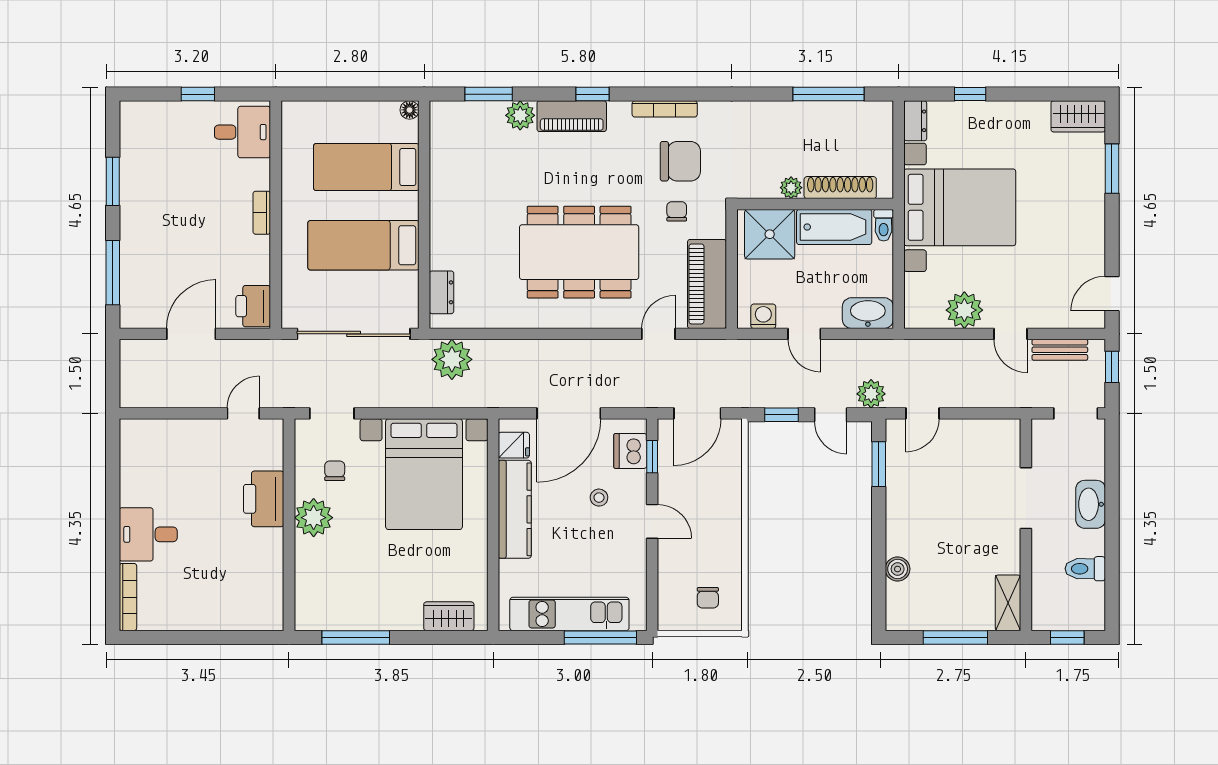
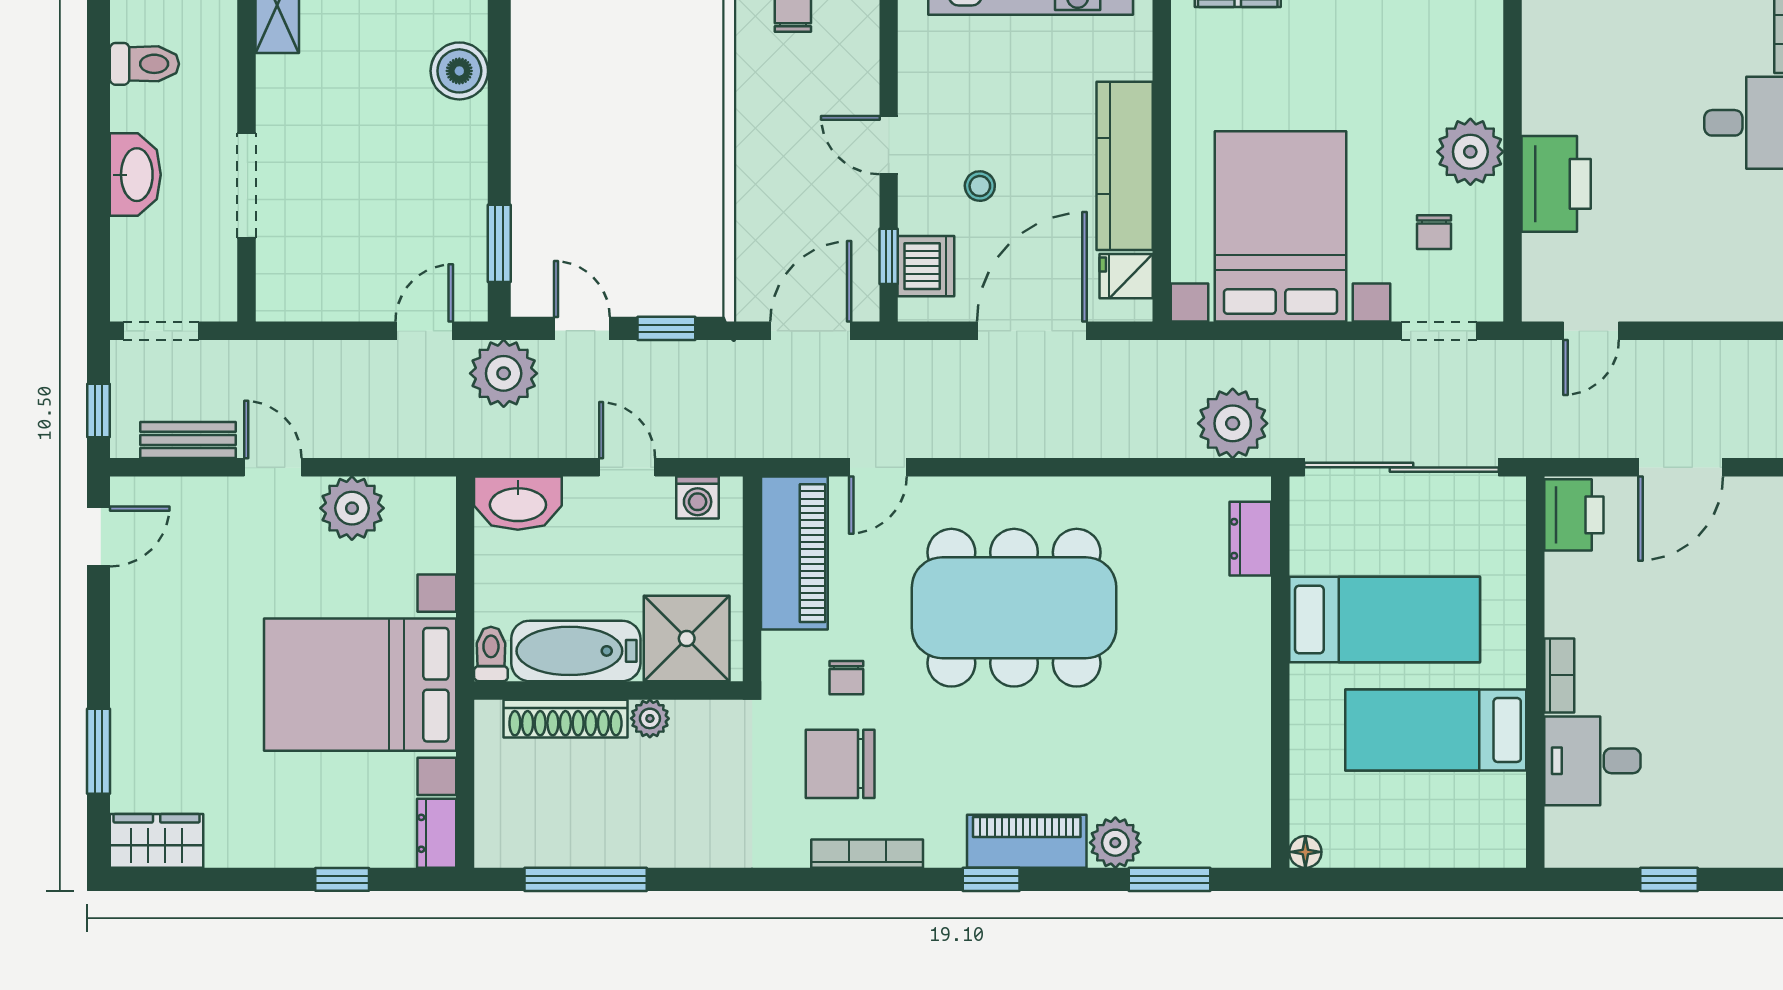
desk: (242, 132) -> (1592, 761), moved
bed: (366, 167) -> (1436, 730), moved, turned 180
plant: (871, 394) -> (504, 373), width x1.36, depth x1.36
boiler: (898, 569) -> (459, 71), width x1.36, depth x1.36

